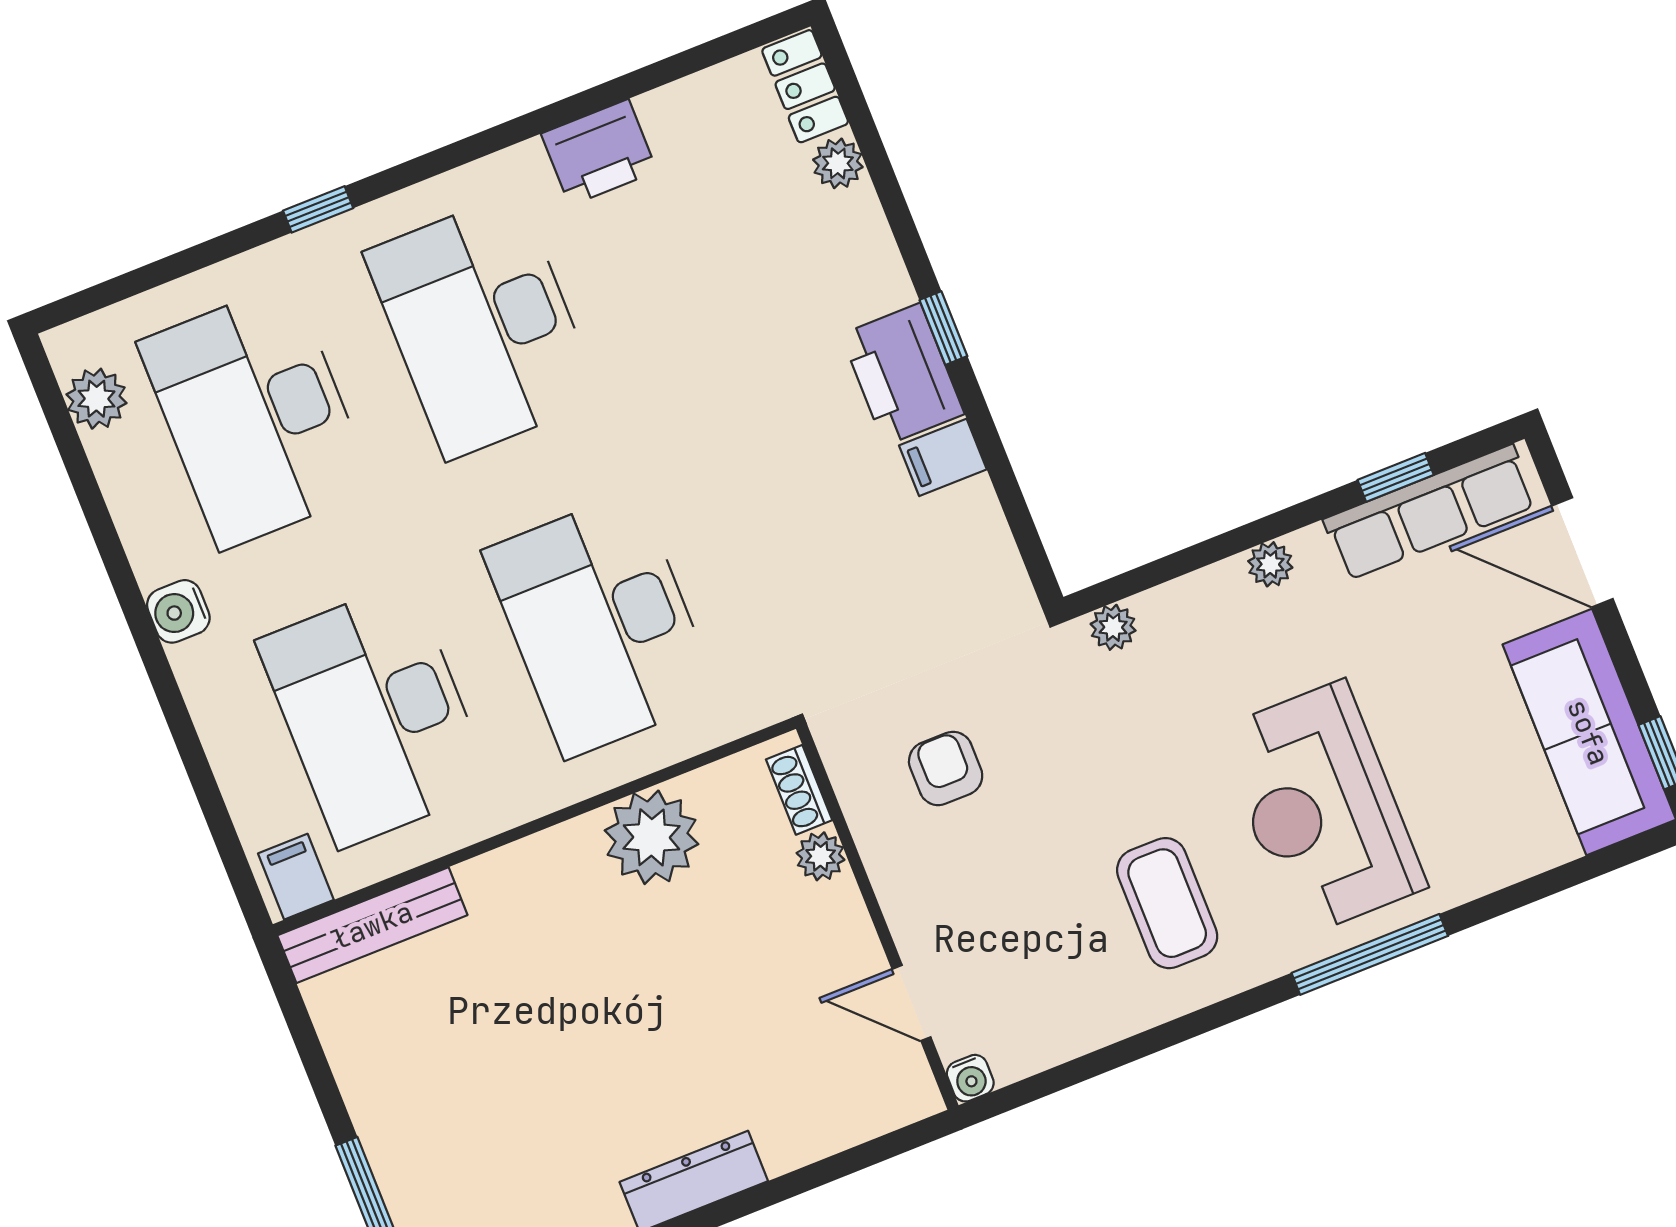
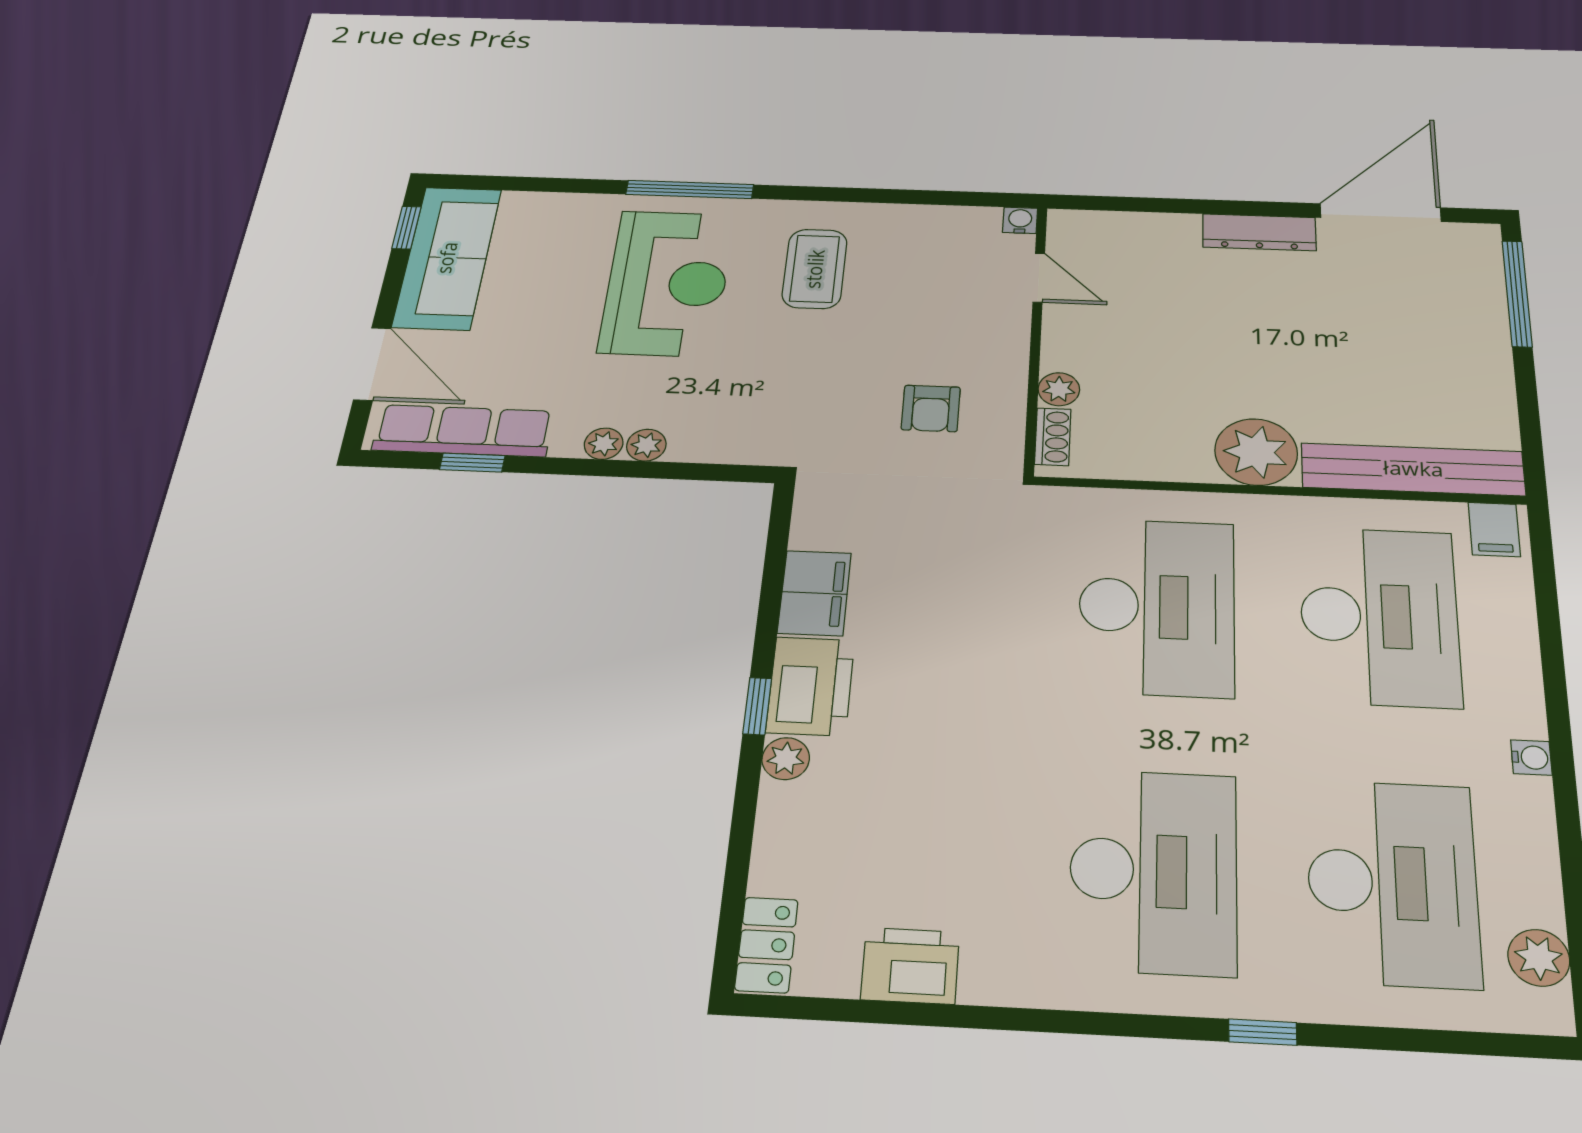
printer: (599, 152) -> (910, 966), moved
plant: (838, 163) -> (786, 759), moved
filing cabinet: (943, 457) -> (814, 593), width x2.00
water cooler: (178, 611) -> (1531, 757), width x0.72, depth x0.72
plant: (1113, 627) -> (646, 445), moved
plant: (652, 837) -> (1256, 452), moved
bench: (372, 925) -> (1413, 469), width x1.37, depth x1.21

